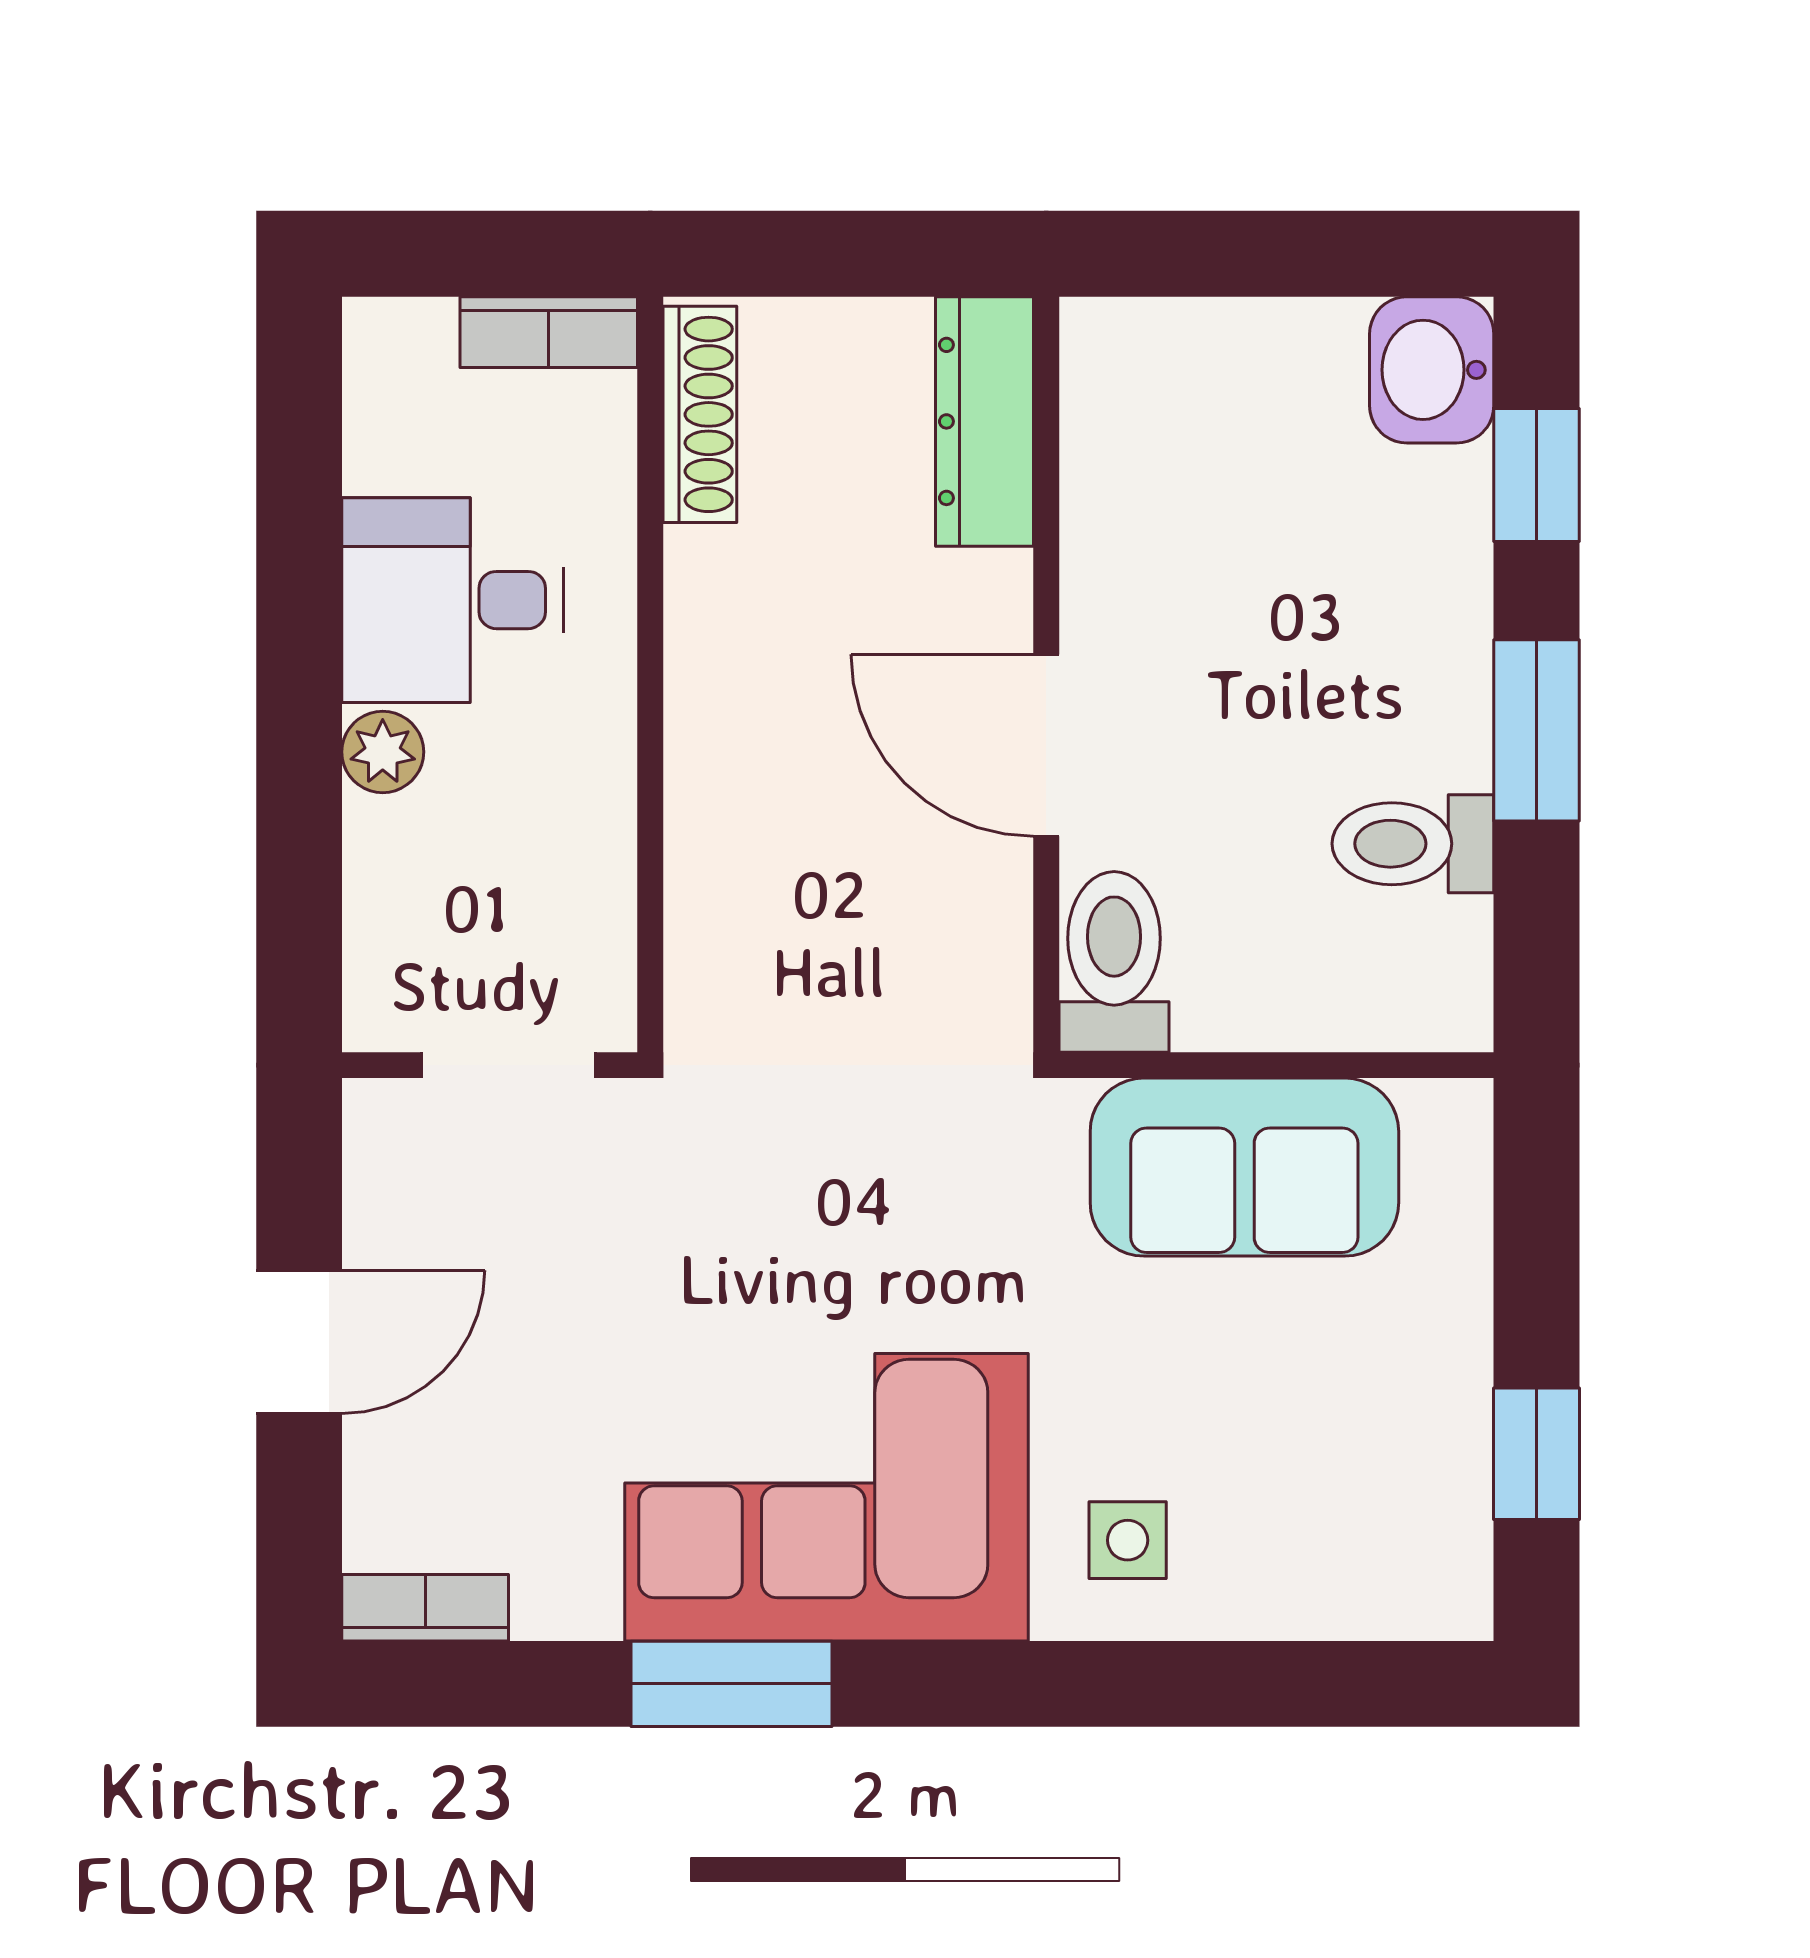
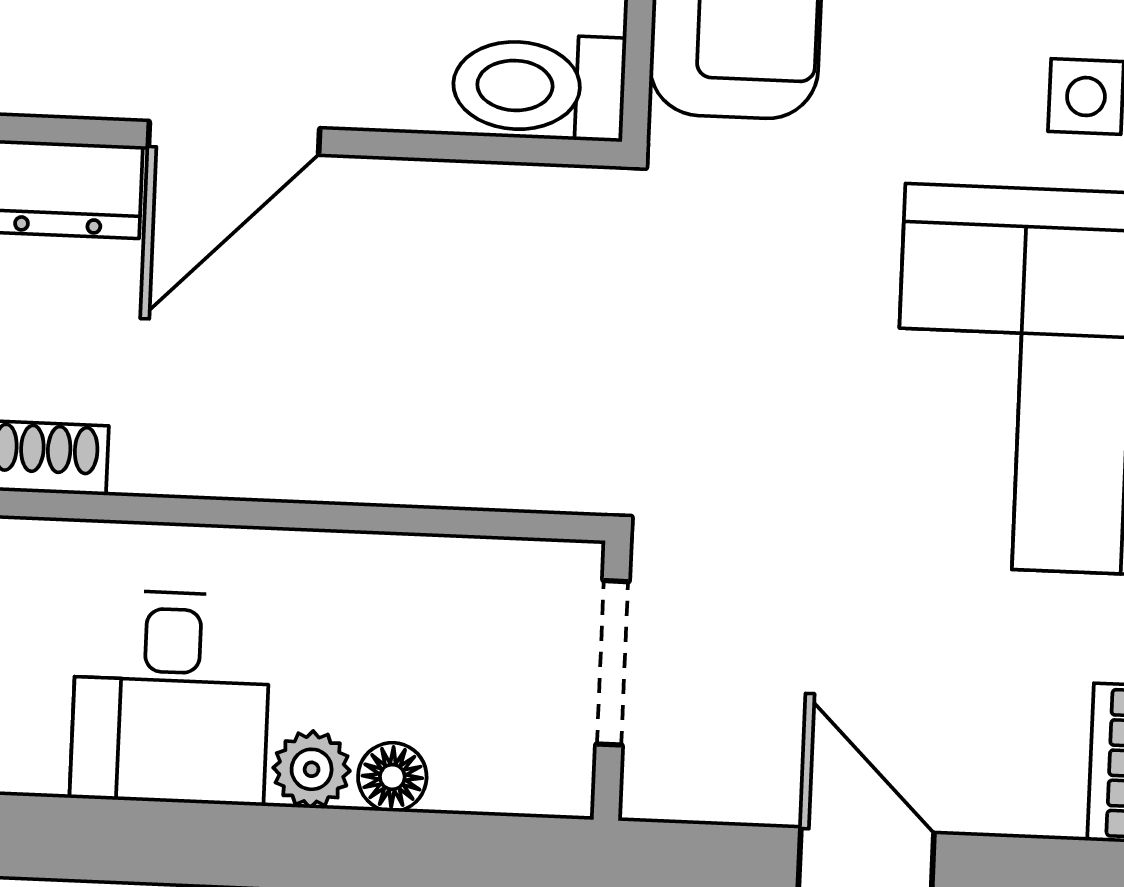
door: (1046, 745) -> (234, 138), moved
floor lamp: (378, 838) -> (392, 777), added

